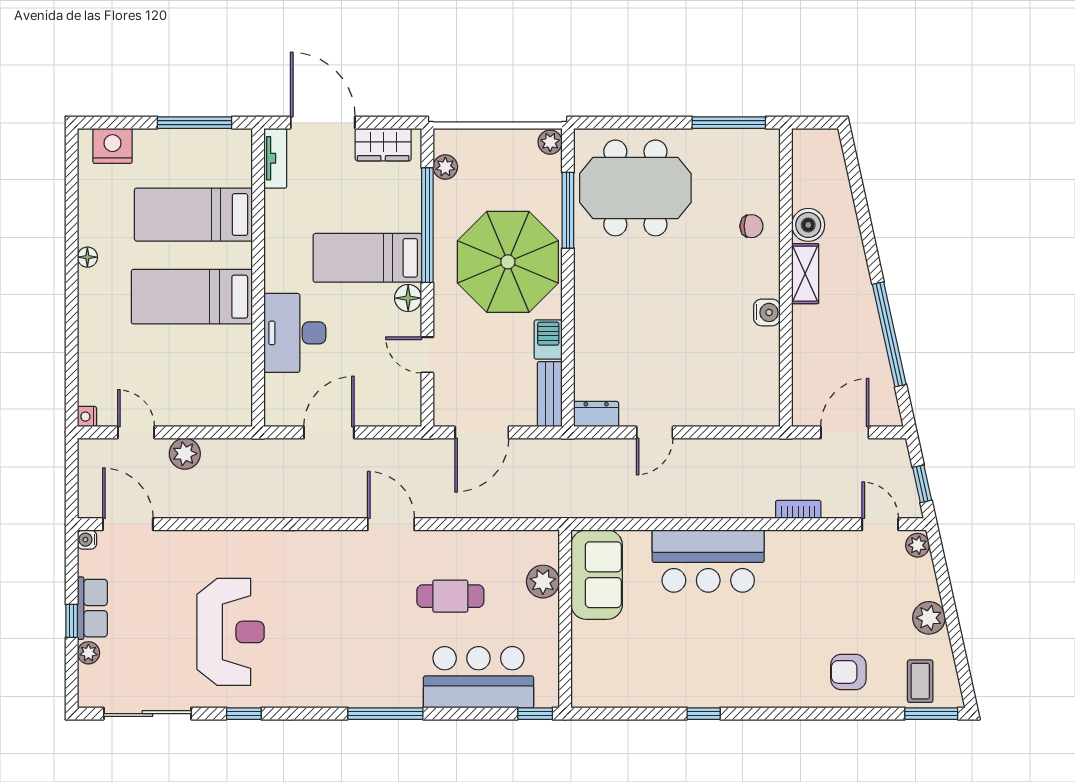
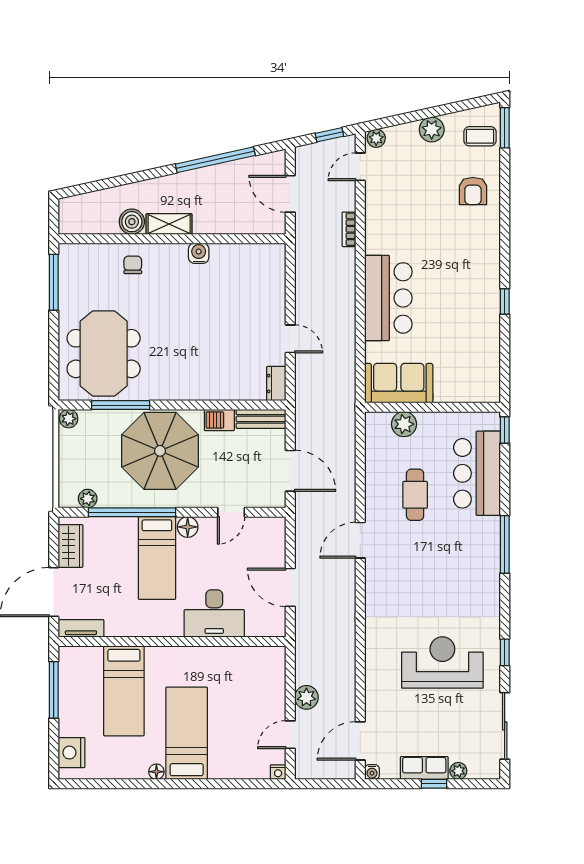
bed: (192, 297) -> (187, 733), moved, turned 180

